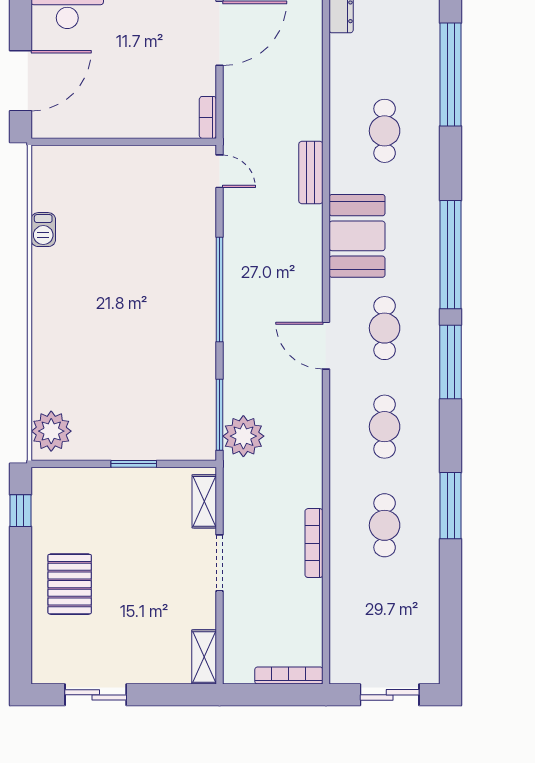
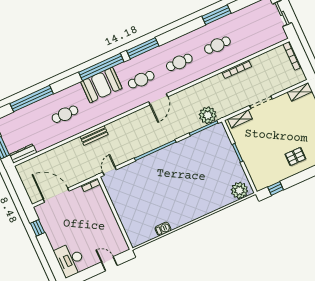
door: (20, 81) -> (109, 264), width x0.53
booth: (357, 236) -> (101, 85), moved
window: (451, 506) -> (216, 15), moved
pallet: (70, 584) -> (295, 156), width x0.67, depth x0.71

